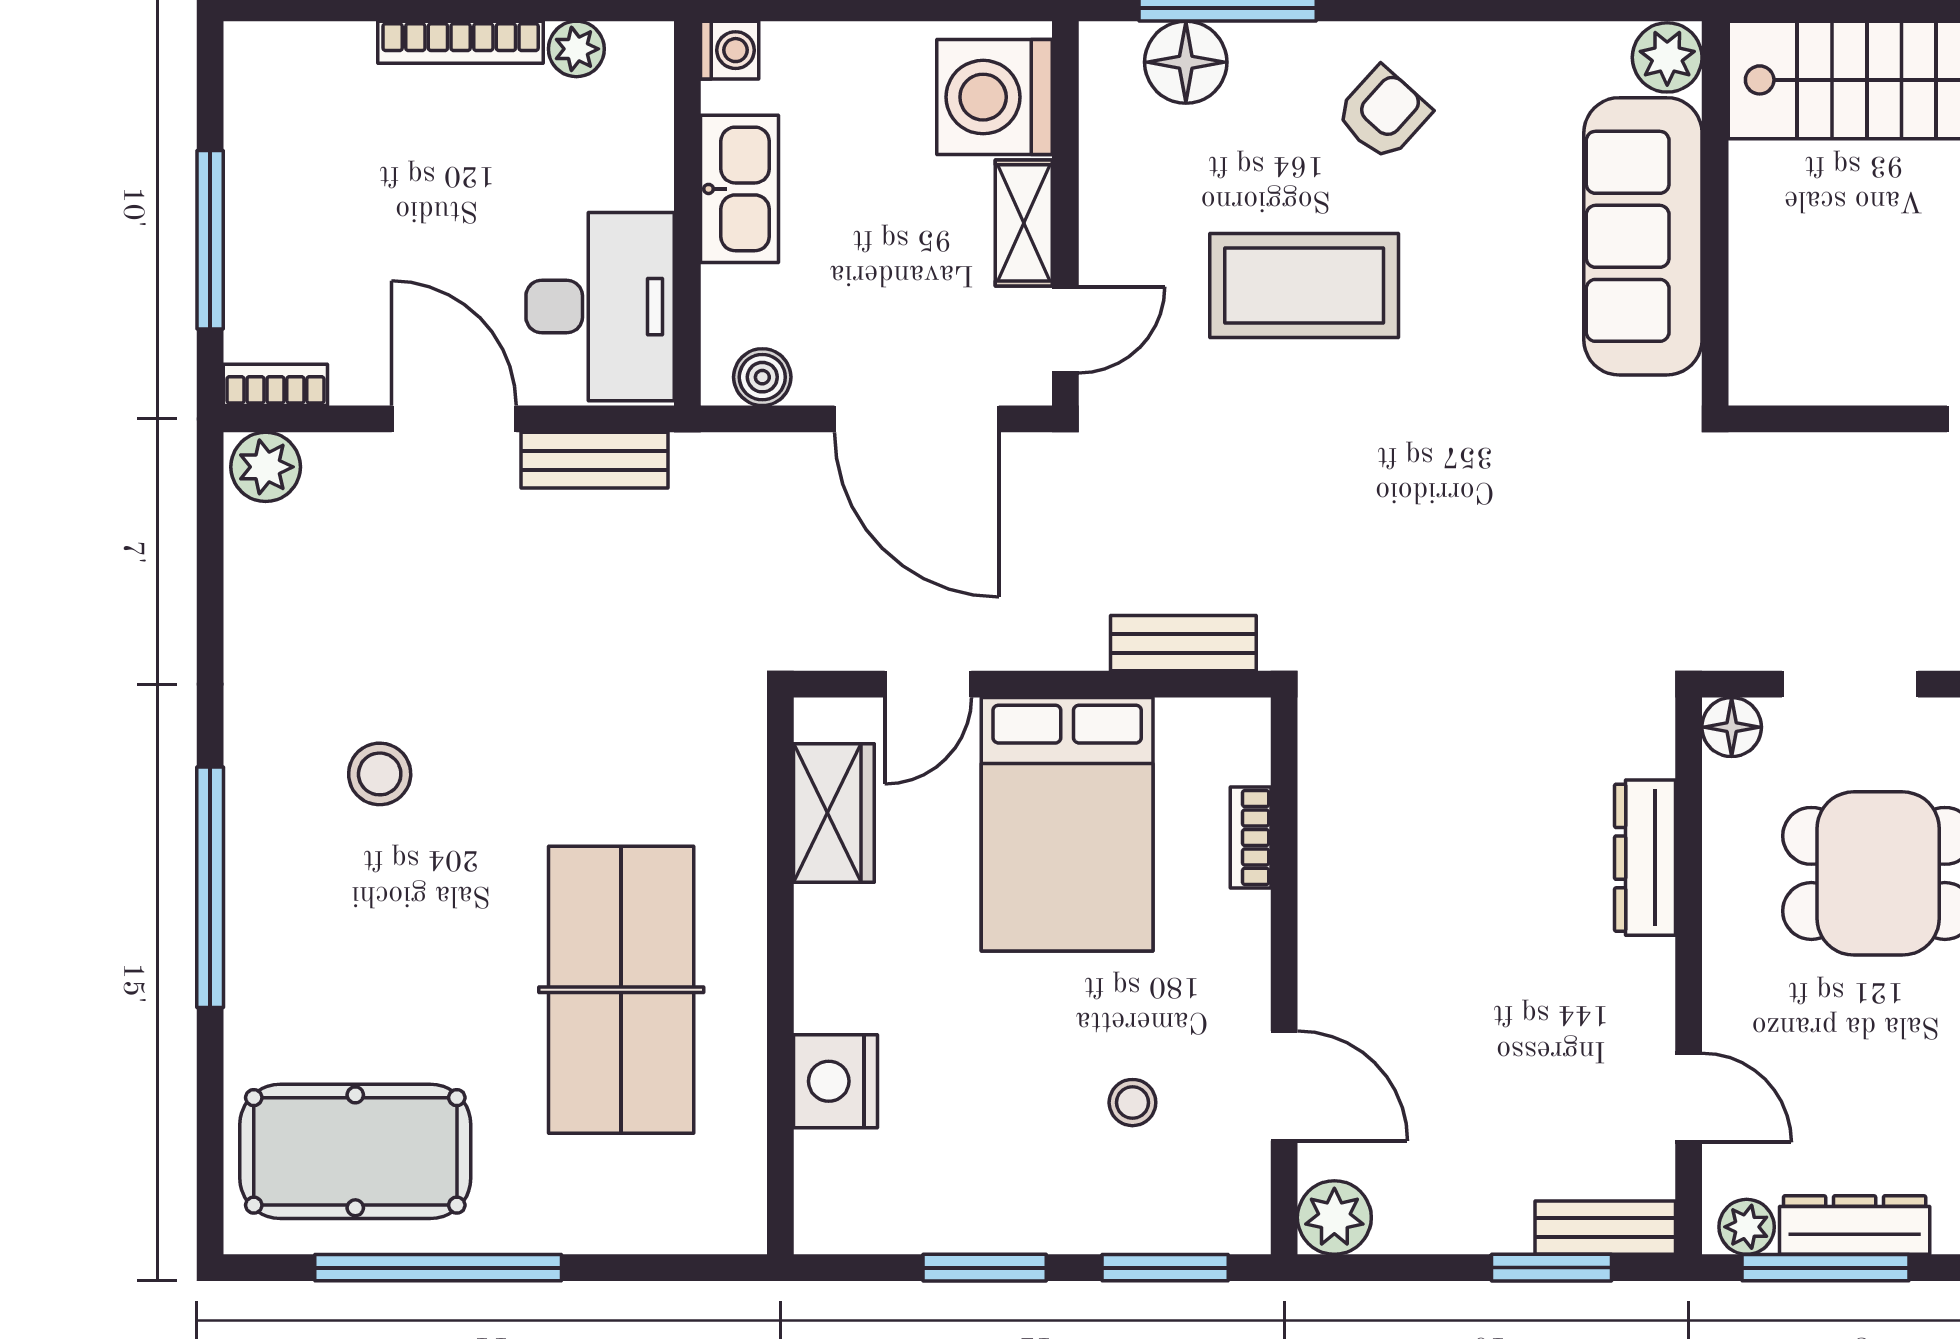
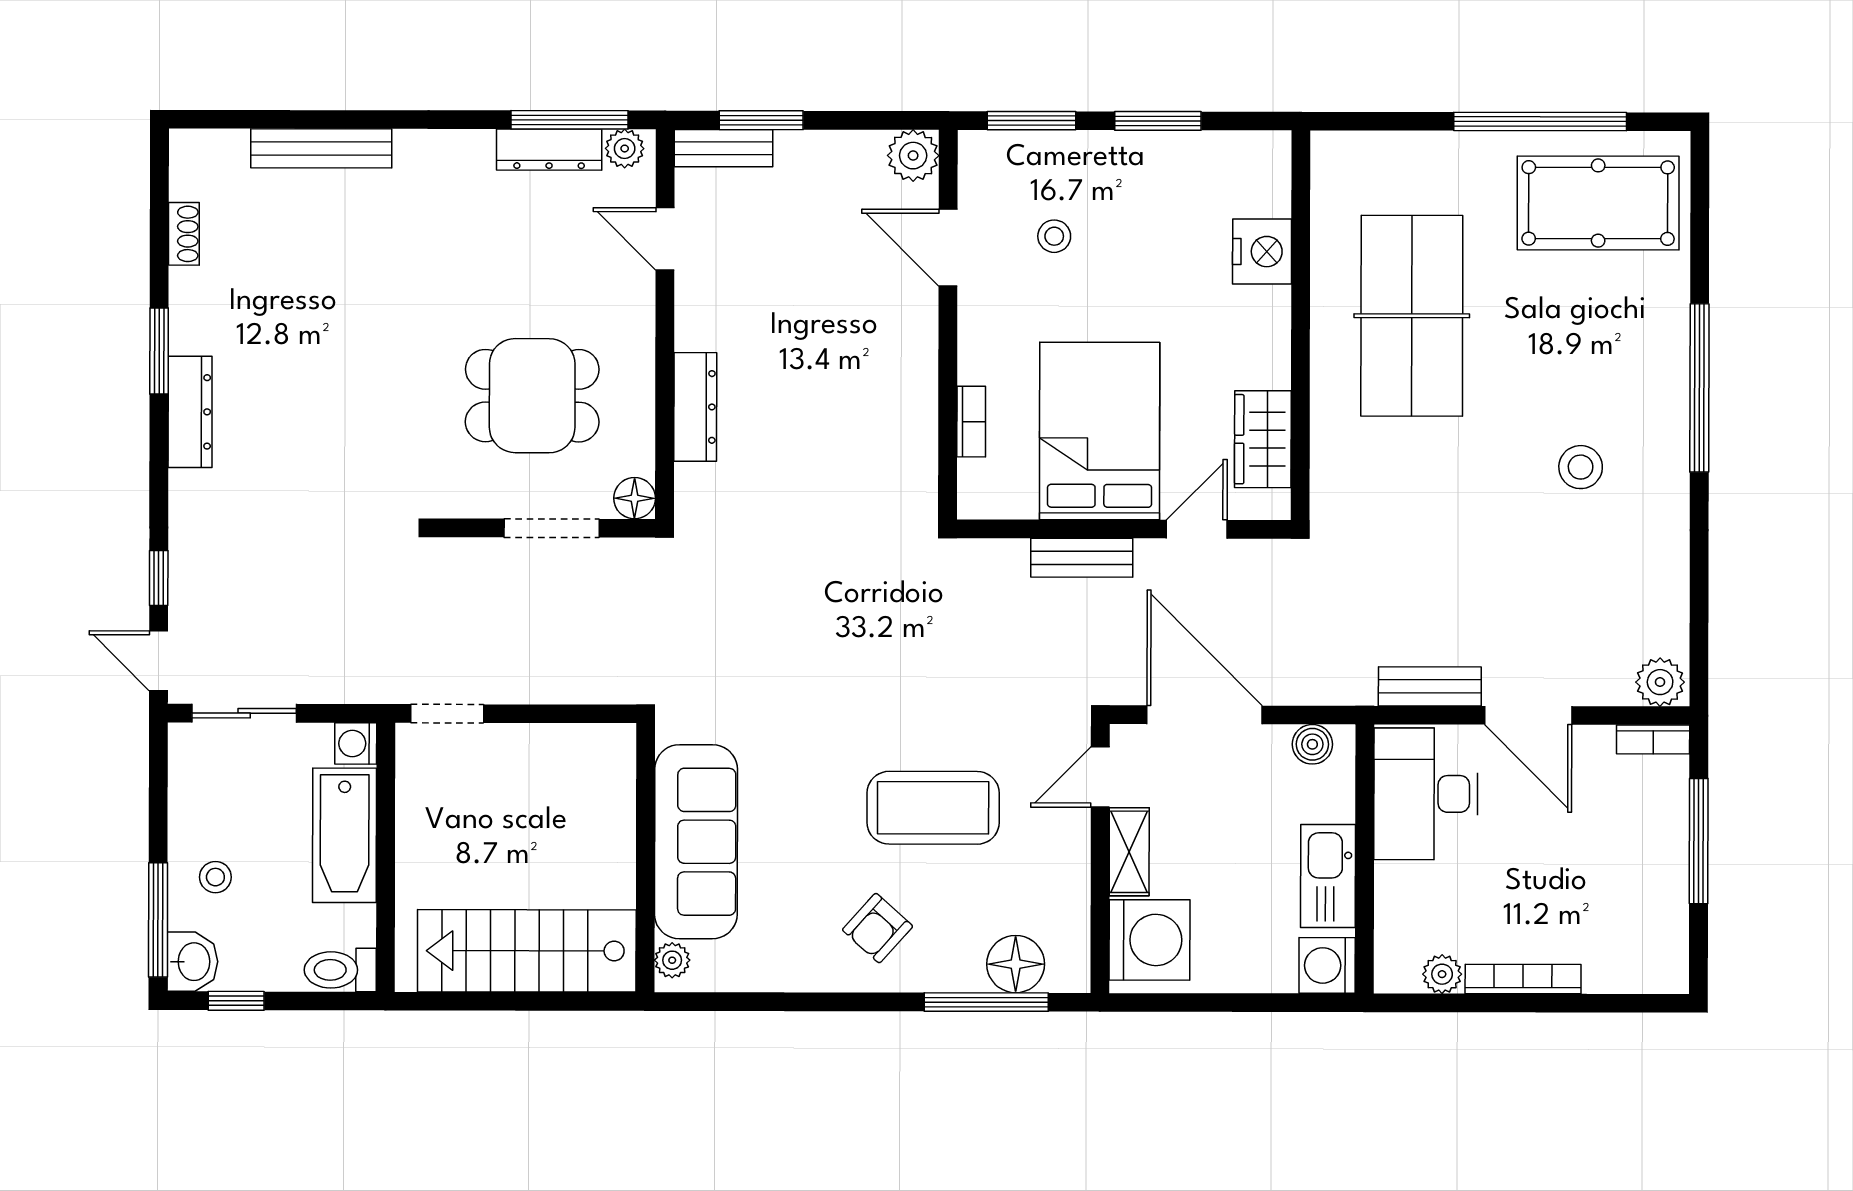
washing machine: (730, 50) -> (1327, 965), width x1.38, depth x1.38
plant: (1667, 57) -> (672, 960), width x0.73, depth x0.73
bench: (1183, 643) -> (1082, 558), moved

